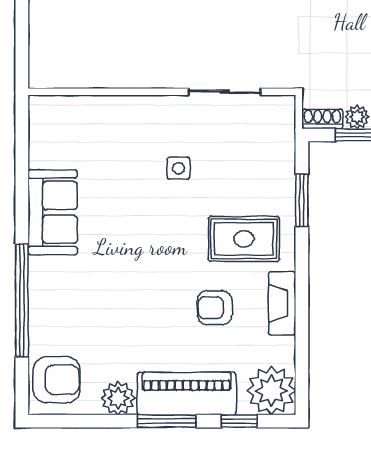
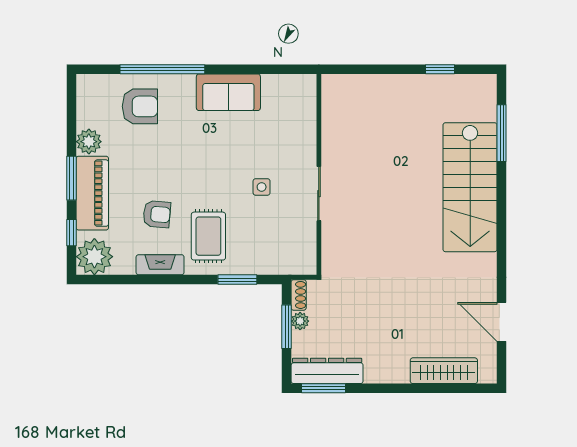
sliding door: (225, 92) -> (319, 194), moved
armchair: (215, 308) -> (157, 214), turned 95
armchair: (57, 380) -> (140, 106), moved, turned -90

